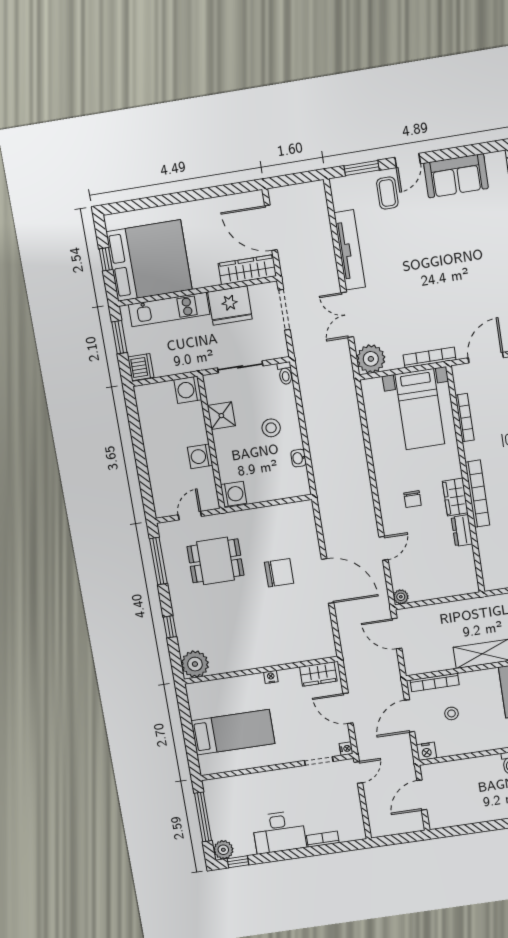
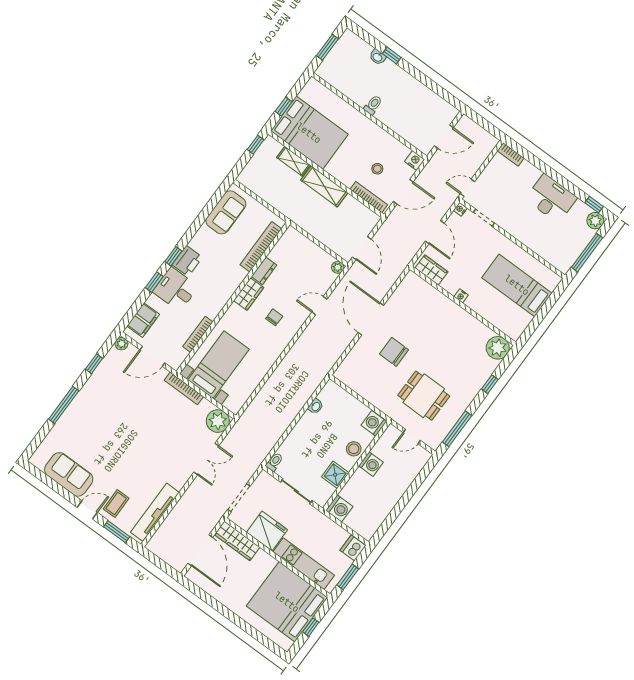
tv unit: (350, 250) -> (155, 512), moved
stool: (271, 428) -> (354, 449), moved
bookcase: (477, 494) -> (261, 247), moved
bookcase: (323, 839) -> (511, 154), moved

